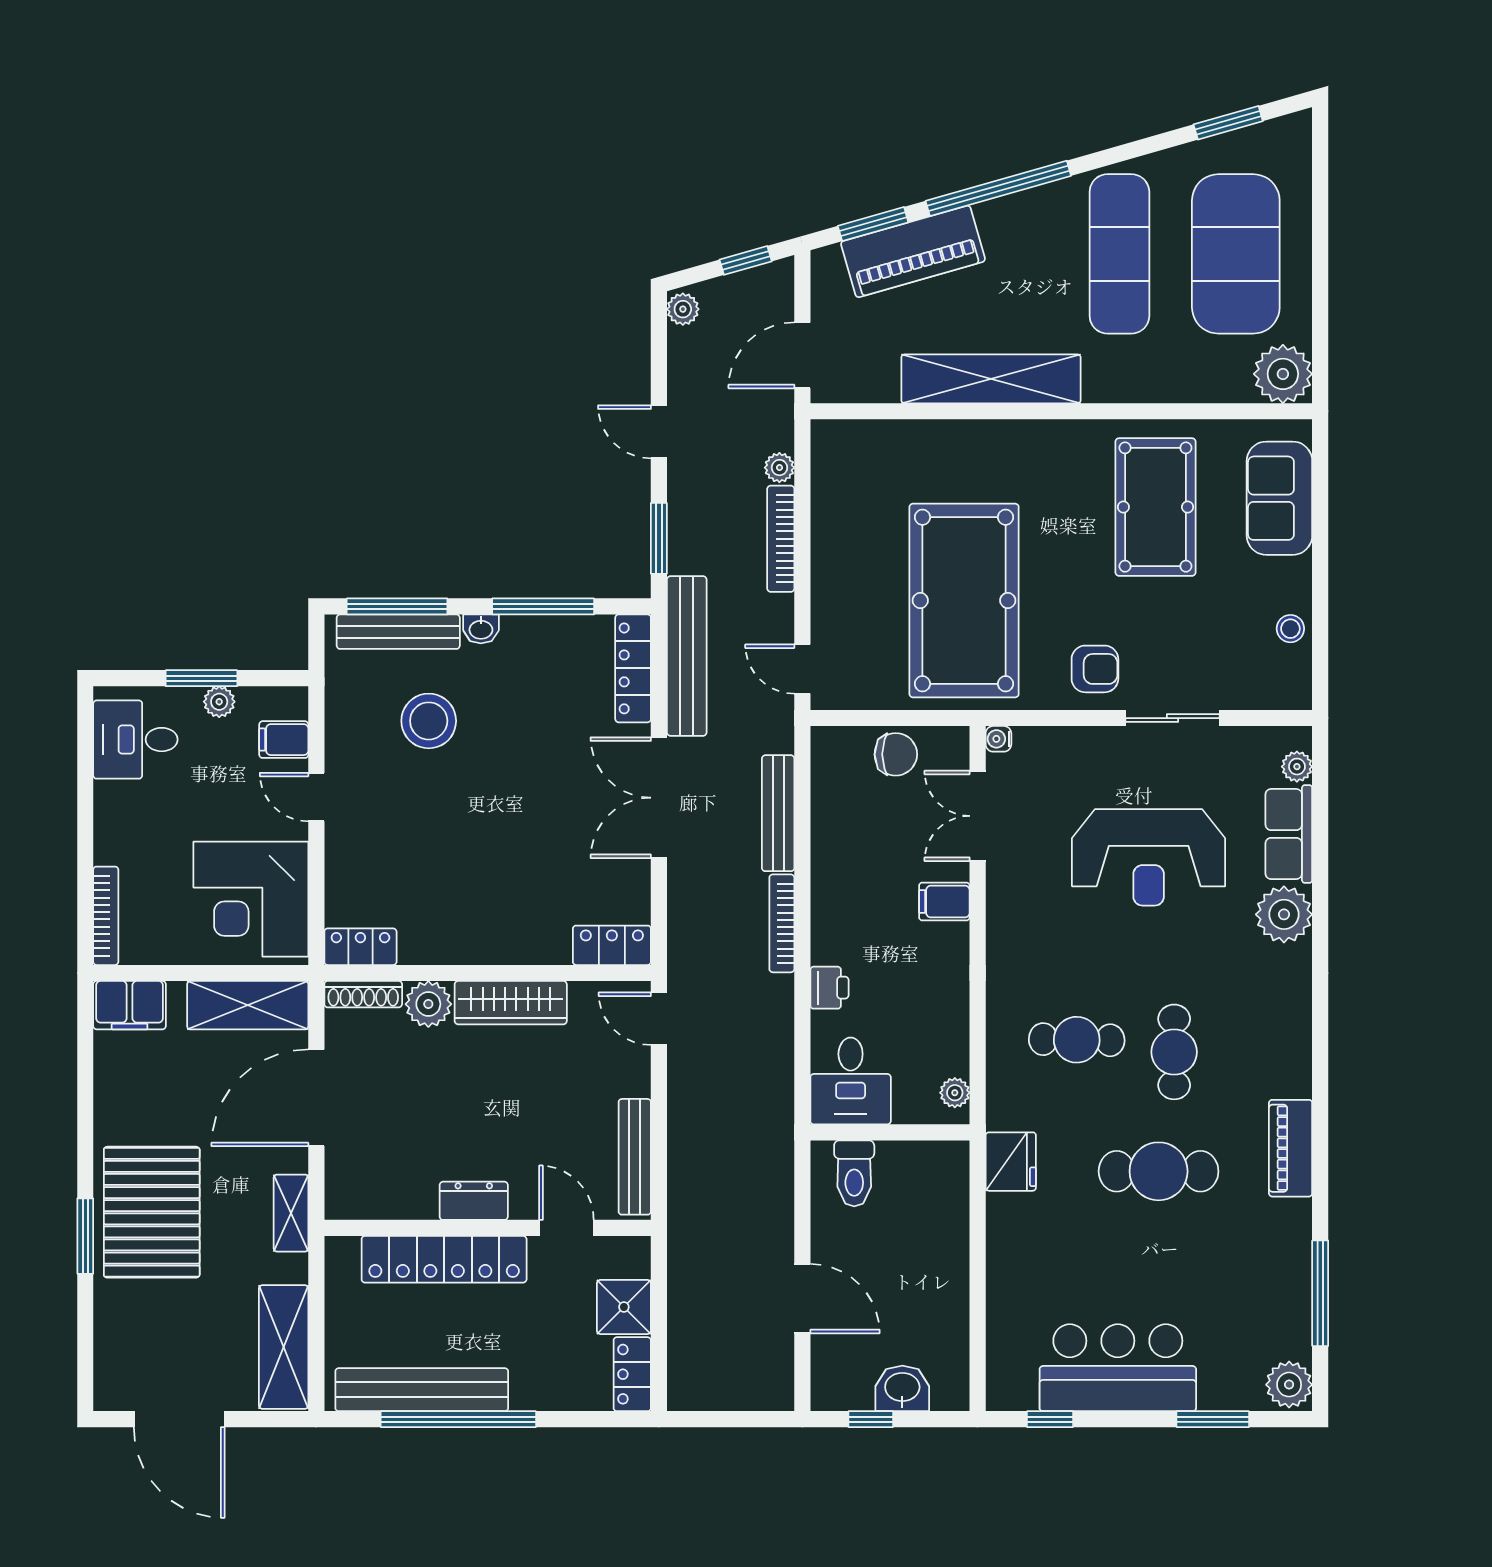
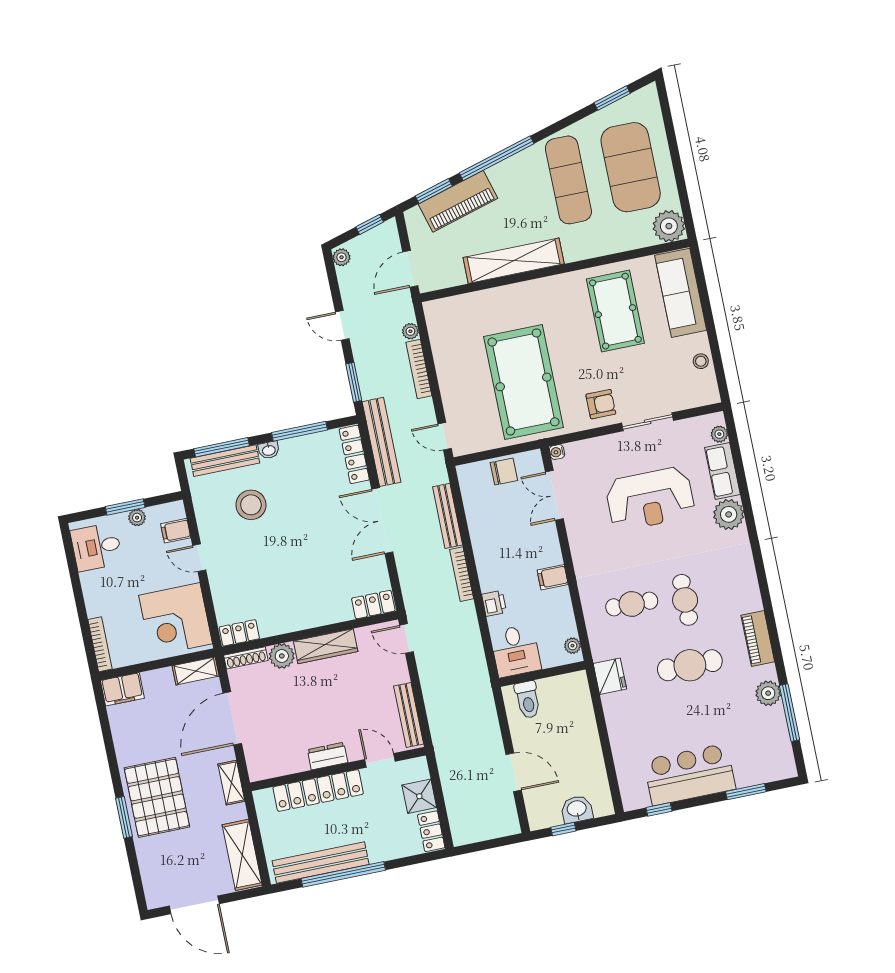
sofa: (1279, 498) -> (681, 293), width x1.36
filing cabinet: (944, 902) -> (553, 577), moved
shelving: (248, 1005) -> (196, 671), width x0.67, depth x0.75
plant: (1289, 1385) -> (768, 693), moved

